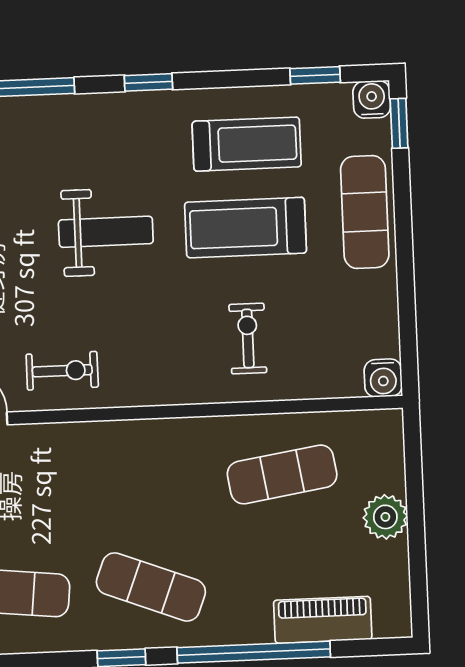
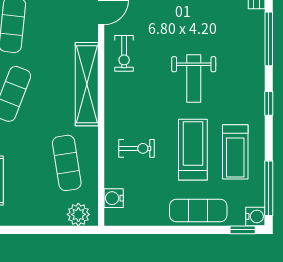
window: (315, 75) -> (269, 188), width x2.17
water cooler: (383, 378) -> (114, 198), moved
shelving: (126, 442) -> (87, 84), added
plant: (385, 517) -> (78, 214), moved

